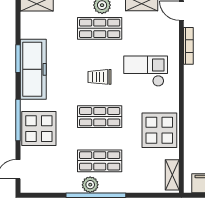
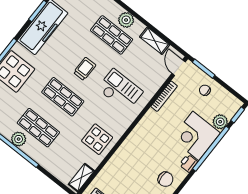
trolley: (100, 77) -> (85, 69), turned 90
display table: (159, 130) -> (97, 139), width x0.73, depth x0.73

